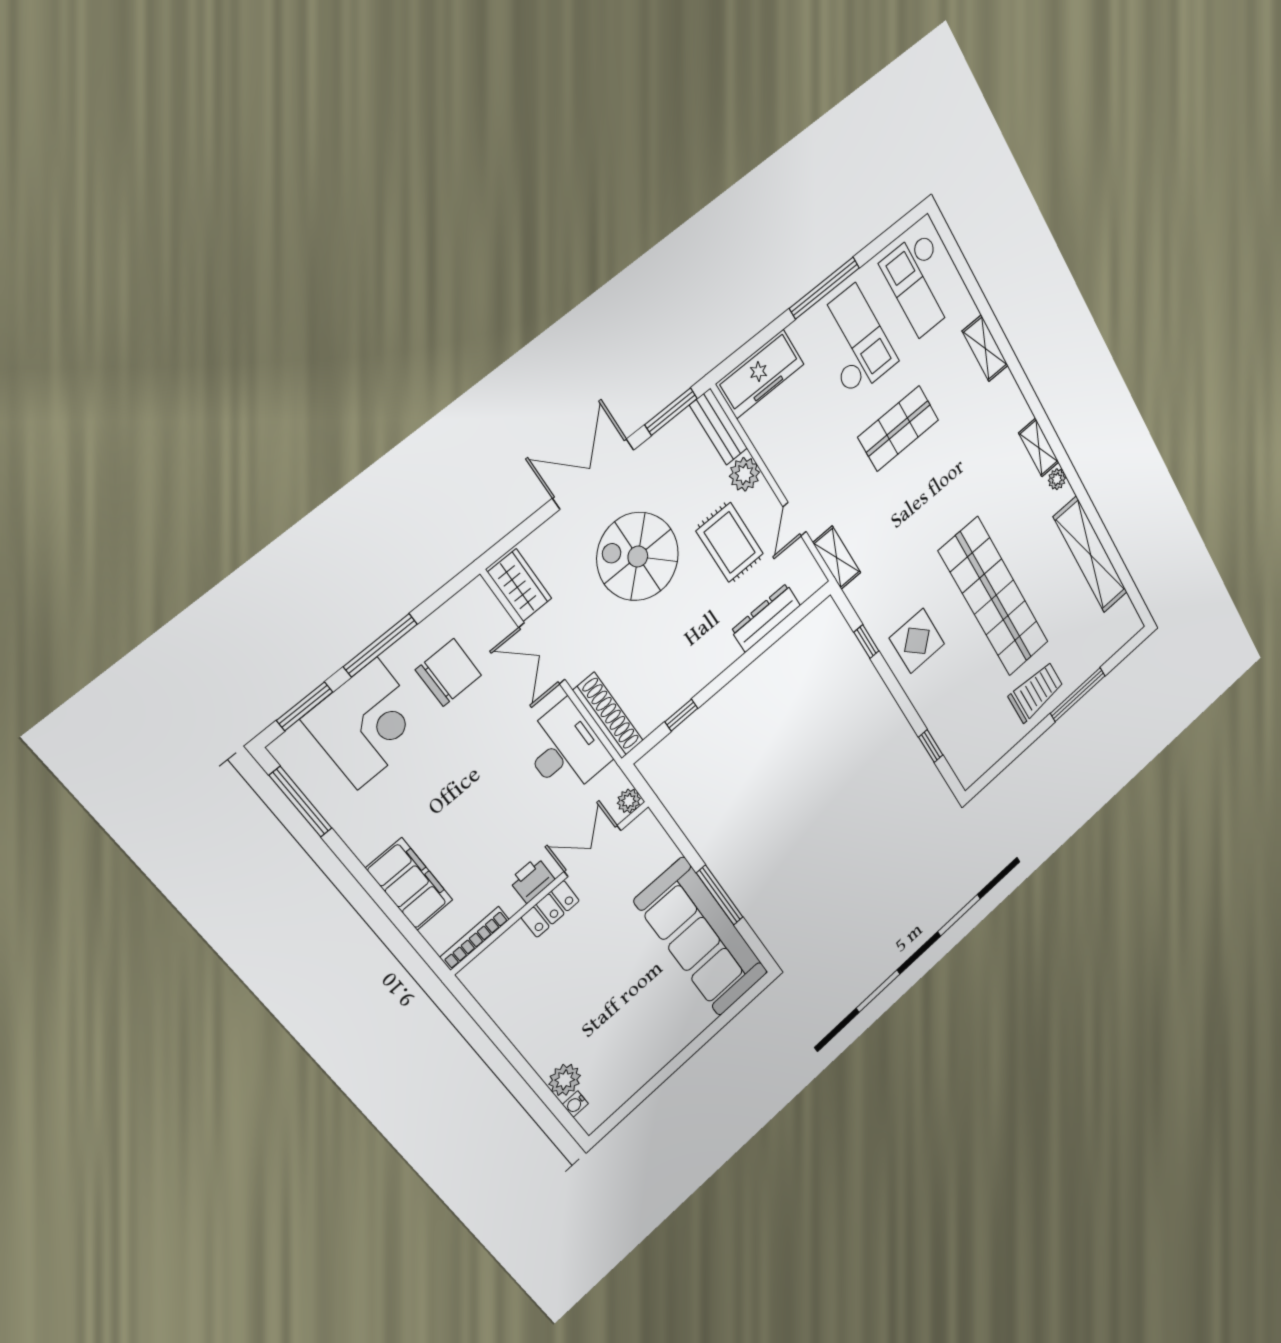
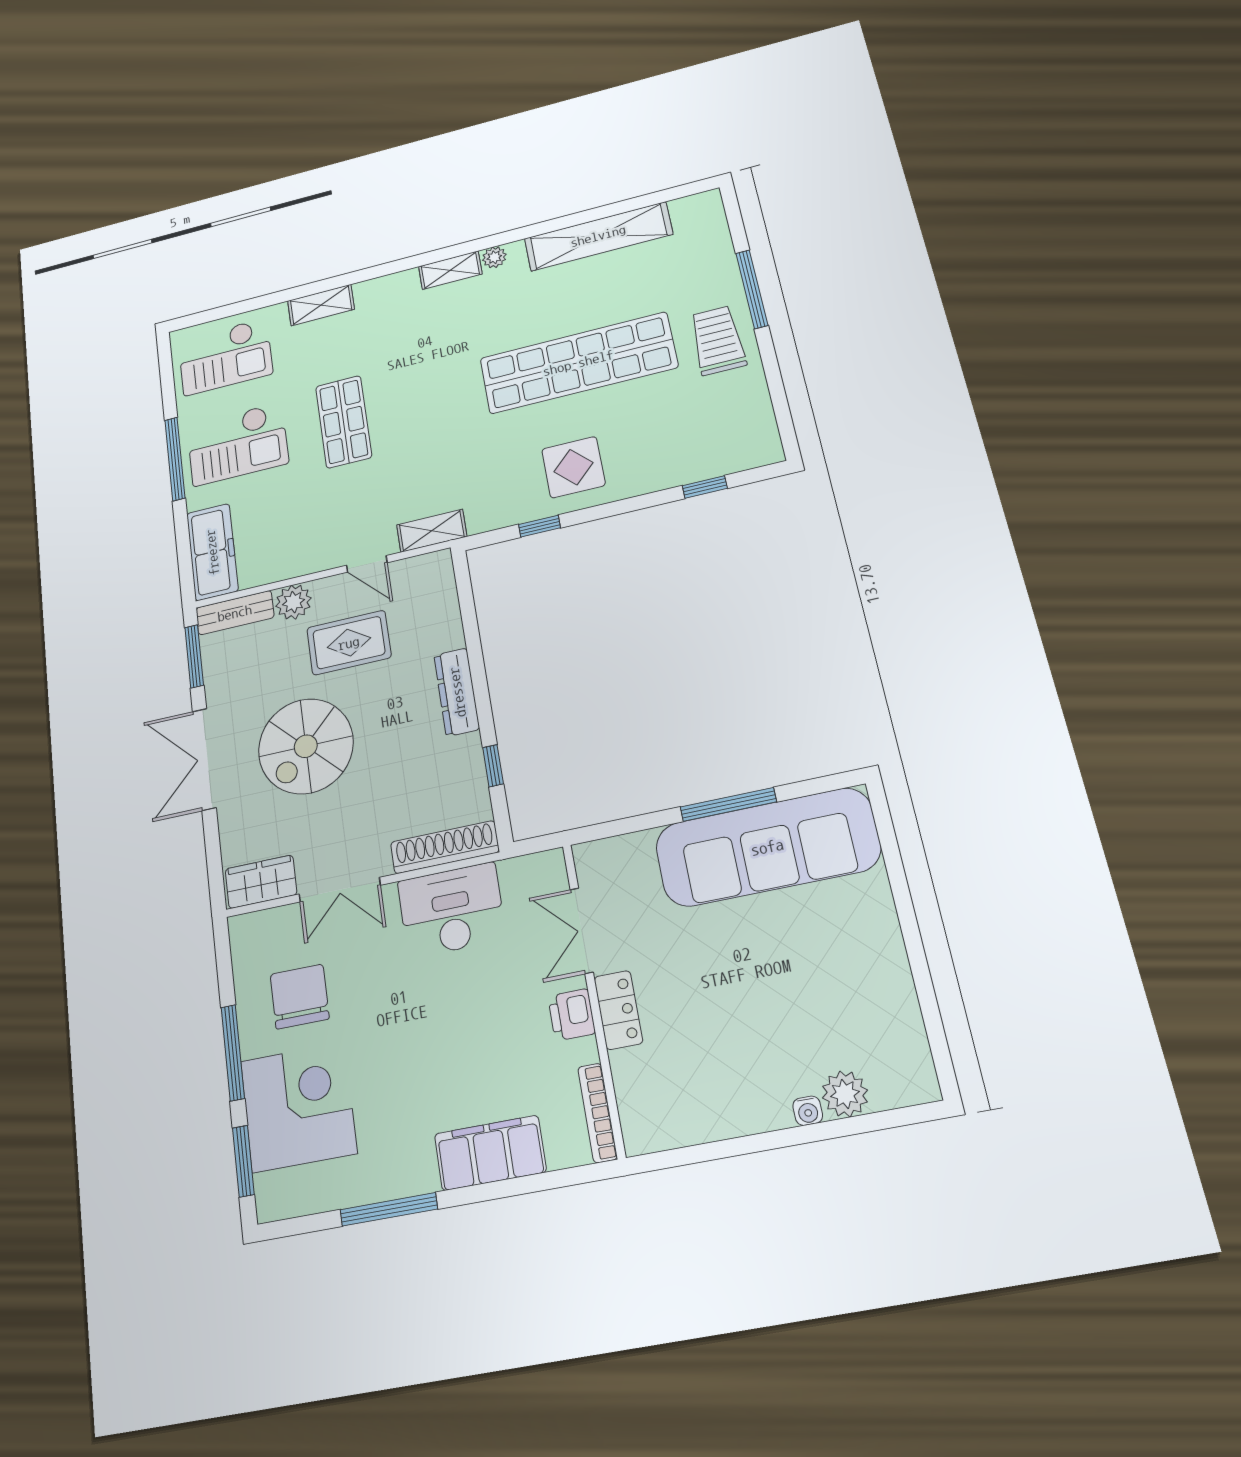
checkout: (854, 341) -> (237, 444), turned 180
dresser: (766, 618) -> (457, 692), moved
plant: (629, 801) -> (551, 865), removed
window: (301, 802) -> (389, 1209), moved
water cooler: (575, 1104) -> (808, 1111), moved

